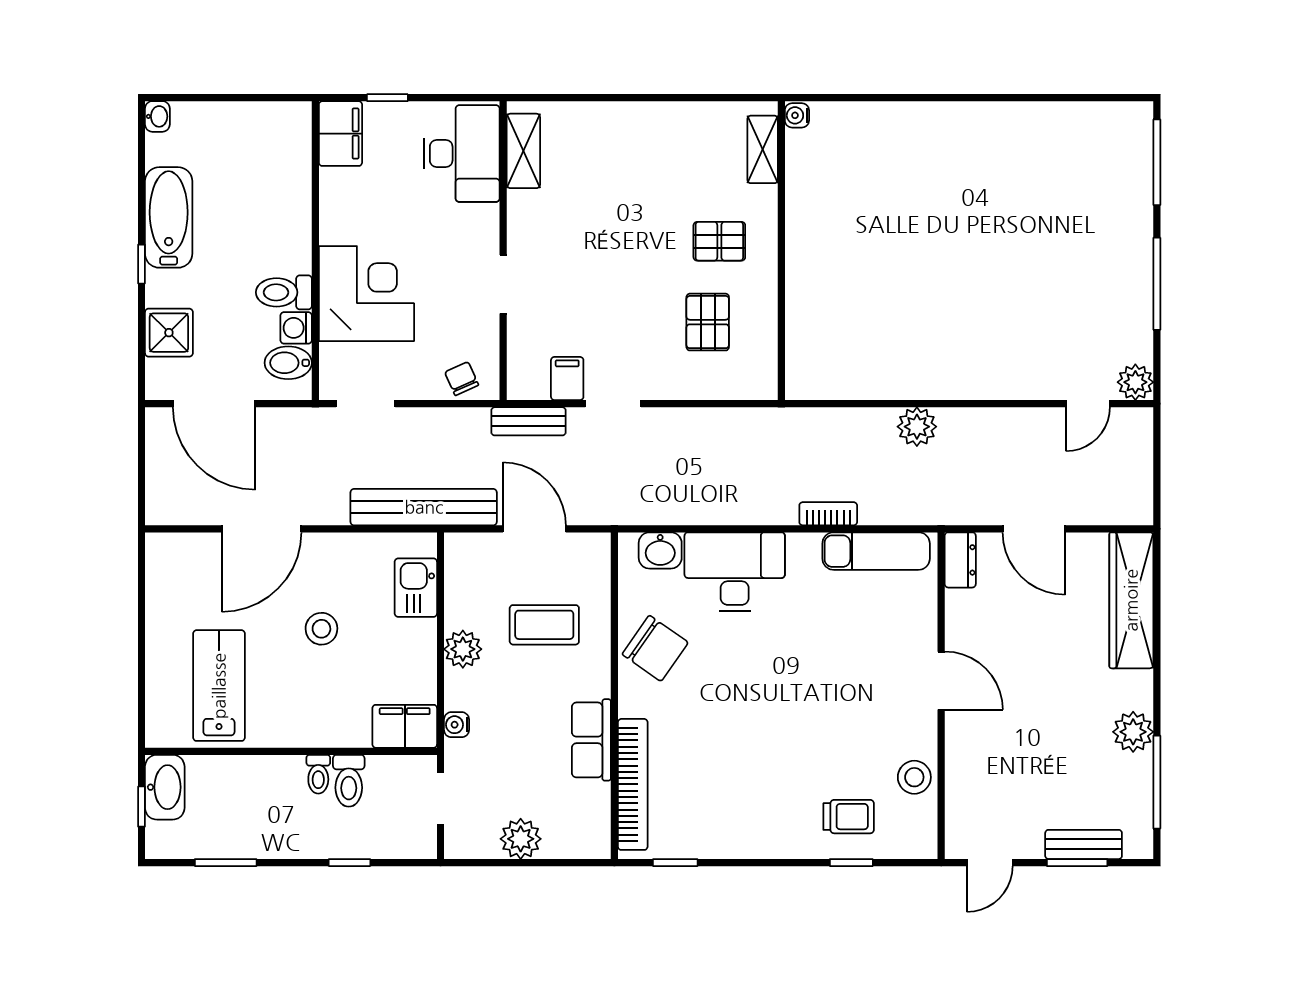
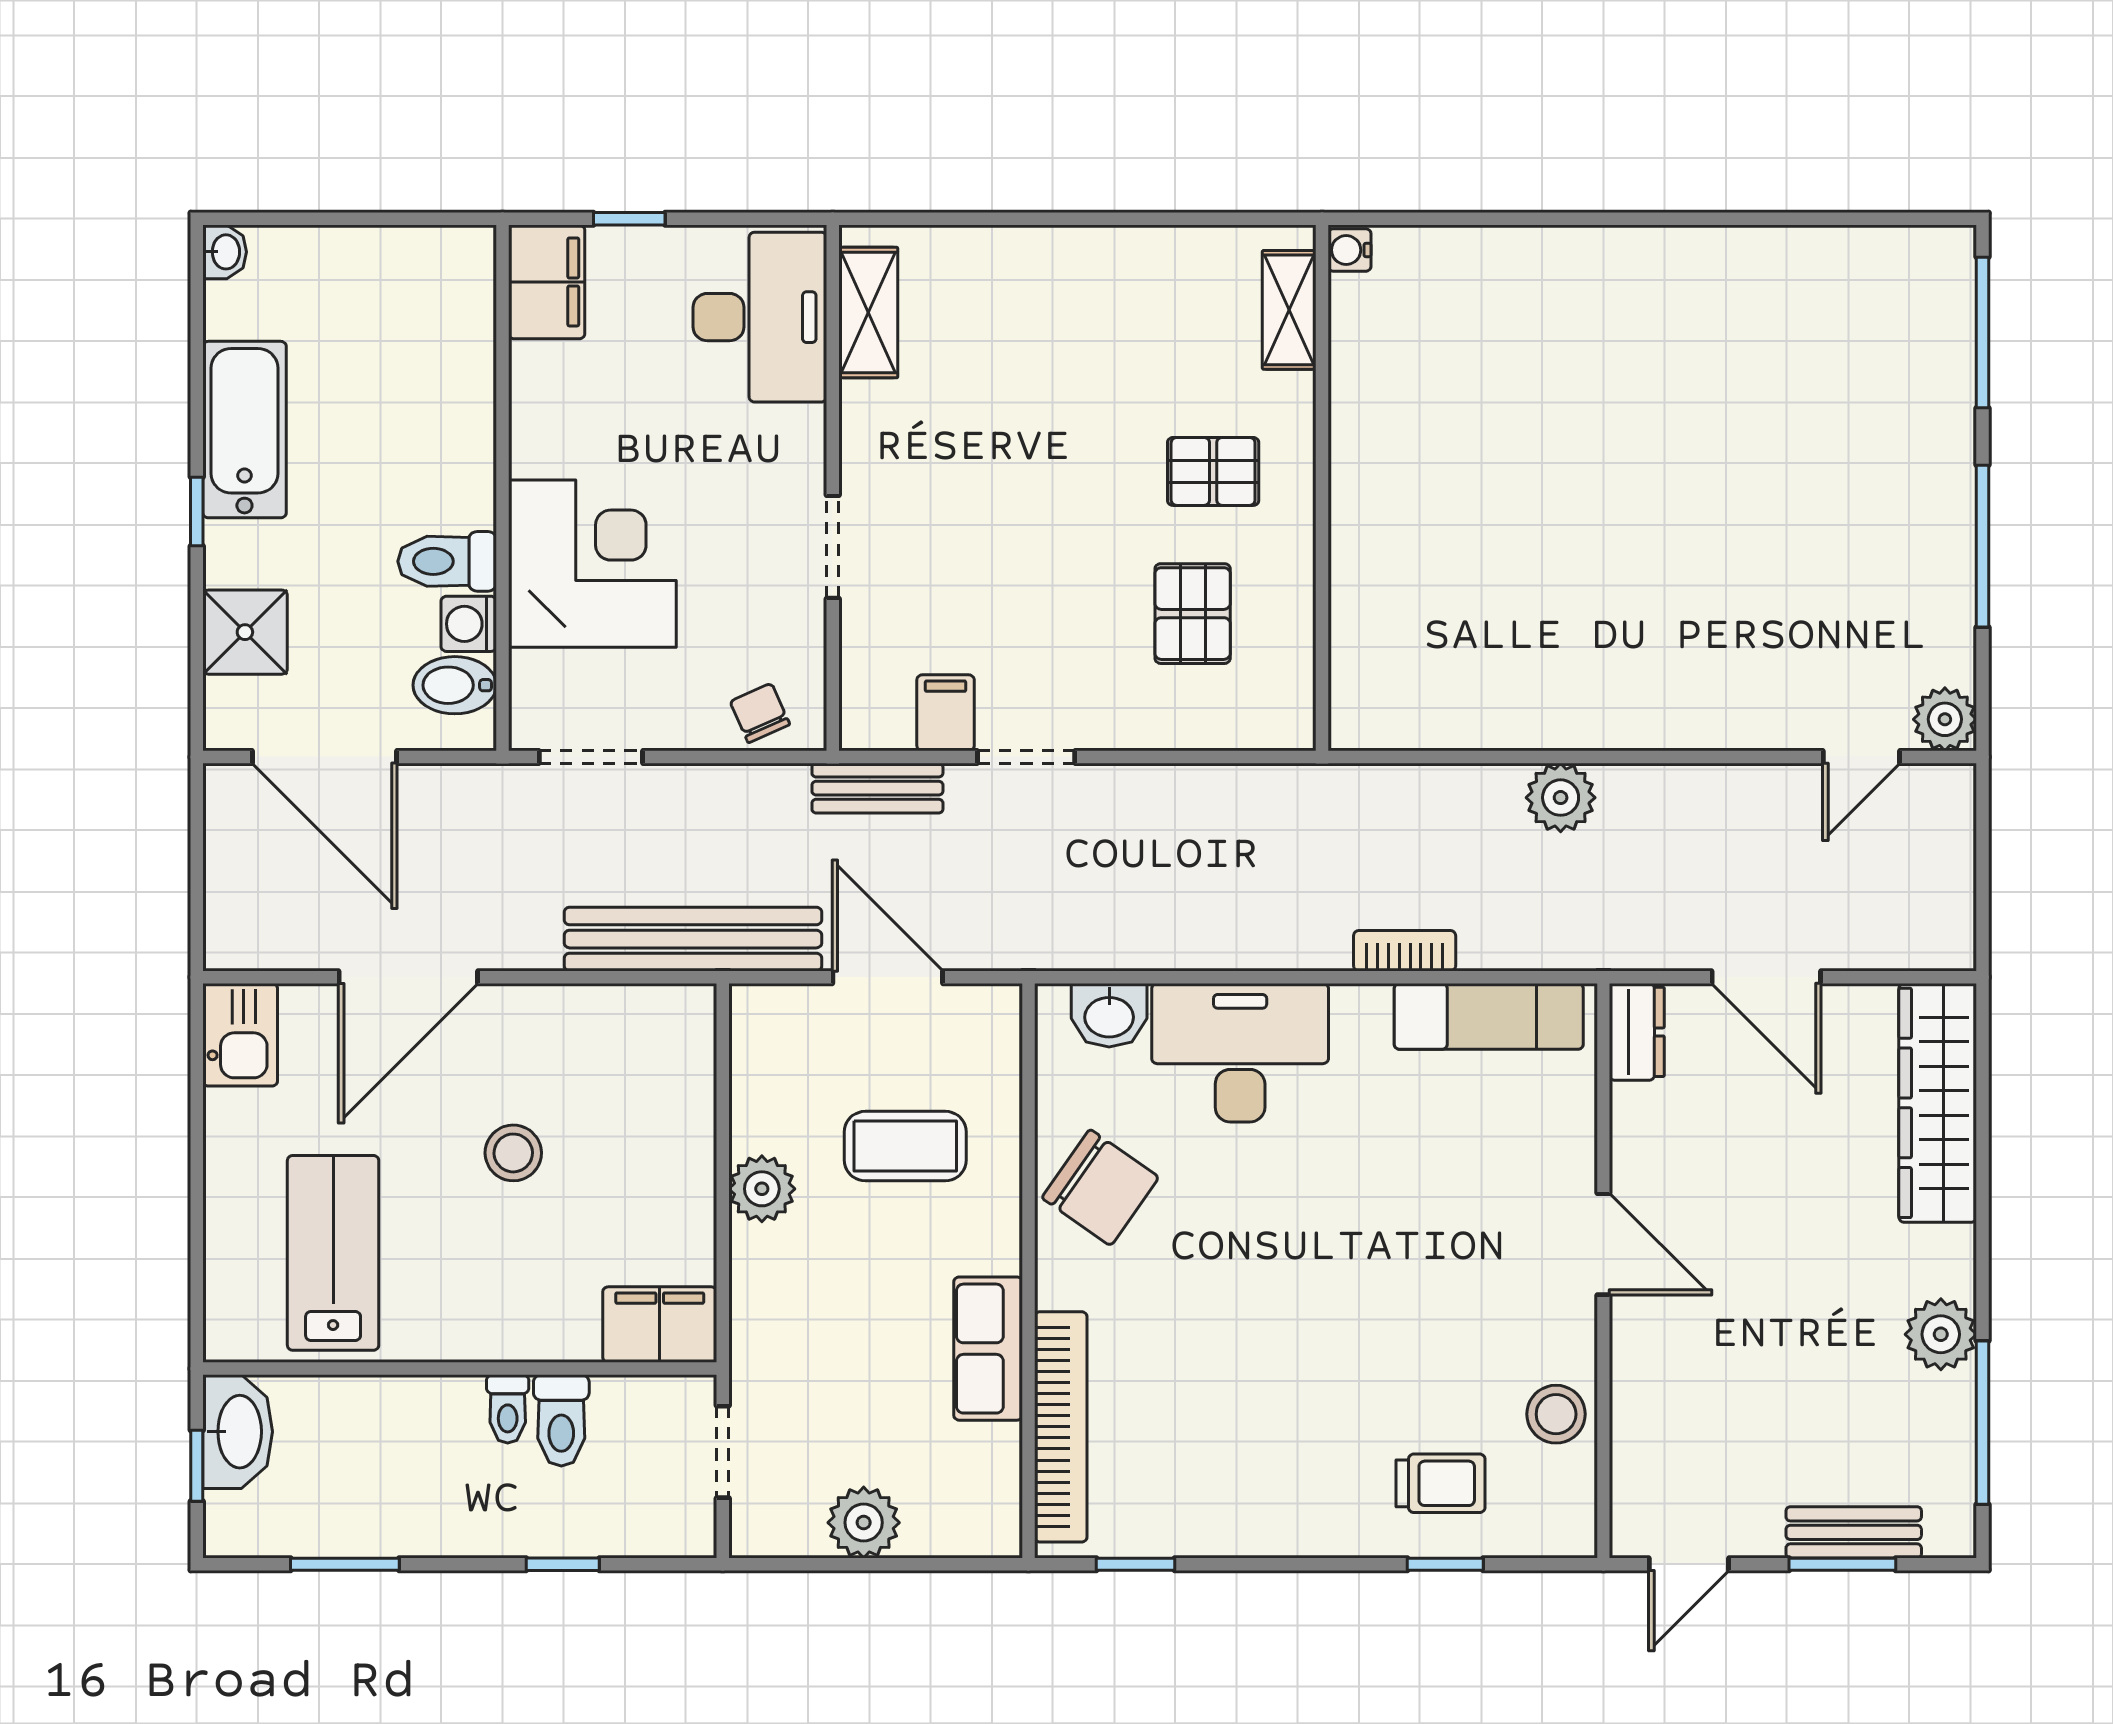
kitchen sink: (416, 588) -> (240, 1035), moved, turned 180
water cooler: (457, 725) -> (751, 1322), removed

